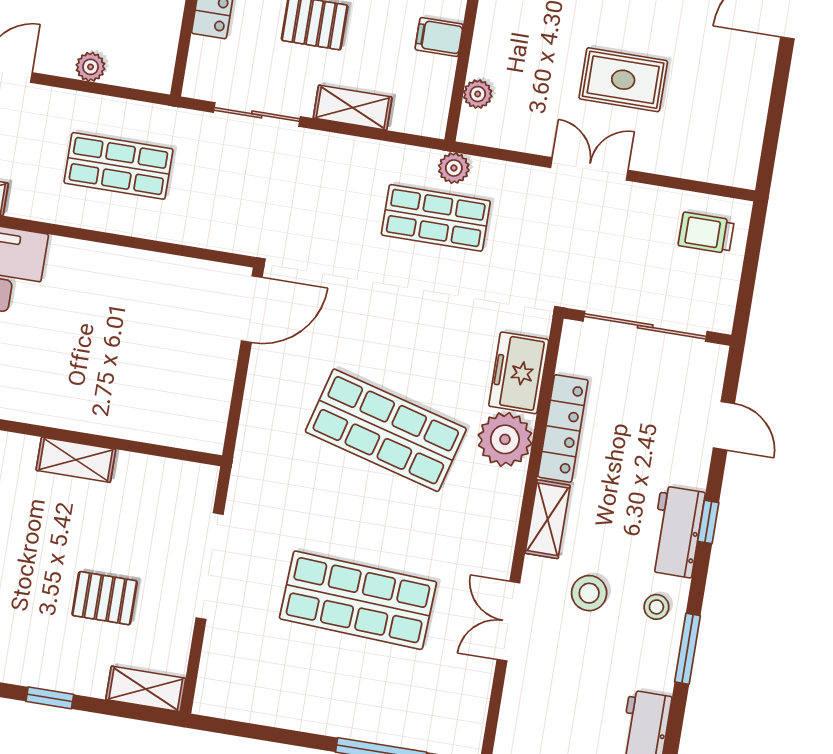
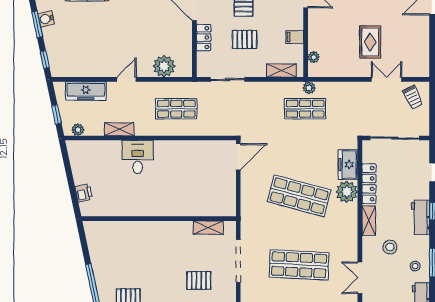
plant: (91, 67) -> (164, 66), width x1.87, depth x1.87
rug: (623, 80) -> (370, 42), turned 90
shelving: (353, 108) -> (281, 71), moved
double door: (589, 169) -> (387, 79), moved
trolley: (706, 233) -> (413, 97), turned -116
shelving: (76, 460) -> (208, 228), moved
stool: (656, 607) -> (415, 266), moved
double door: (508, 621) -> (360, 278), moved

